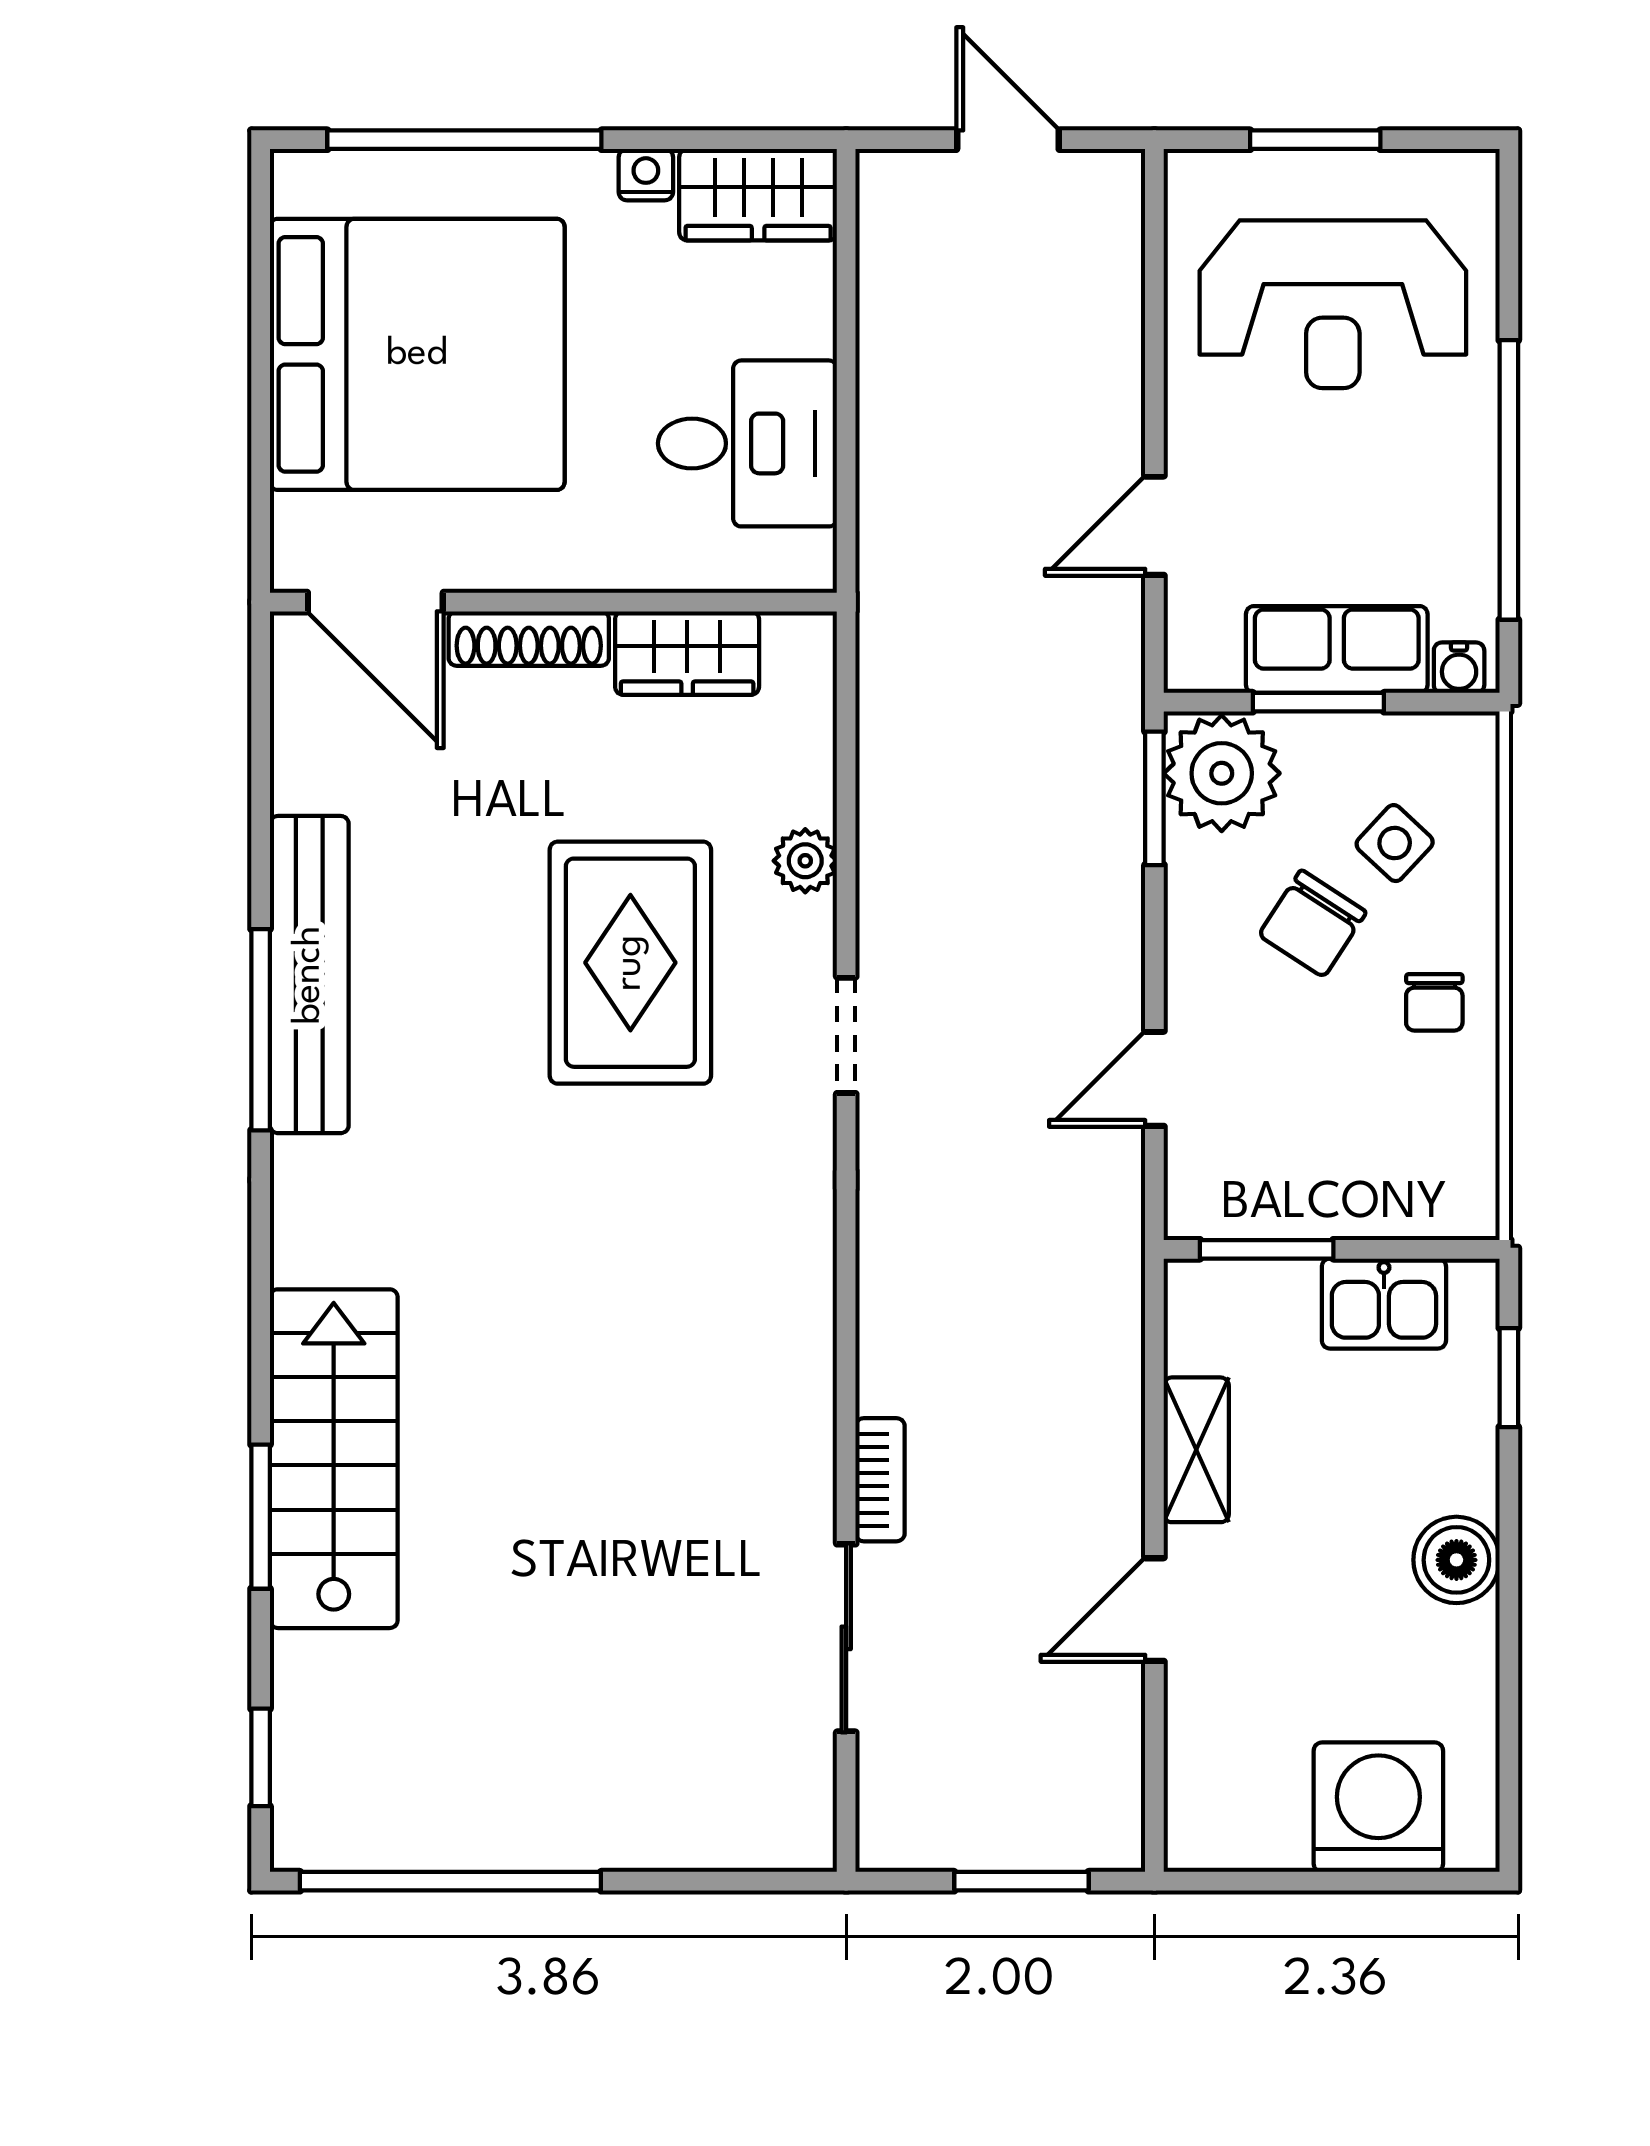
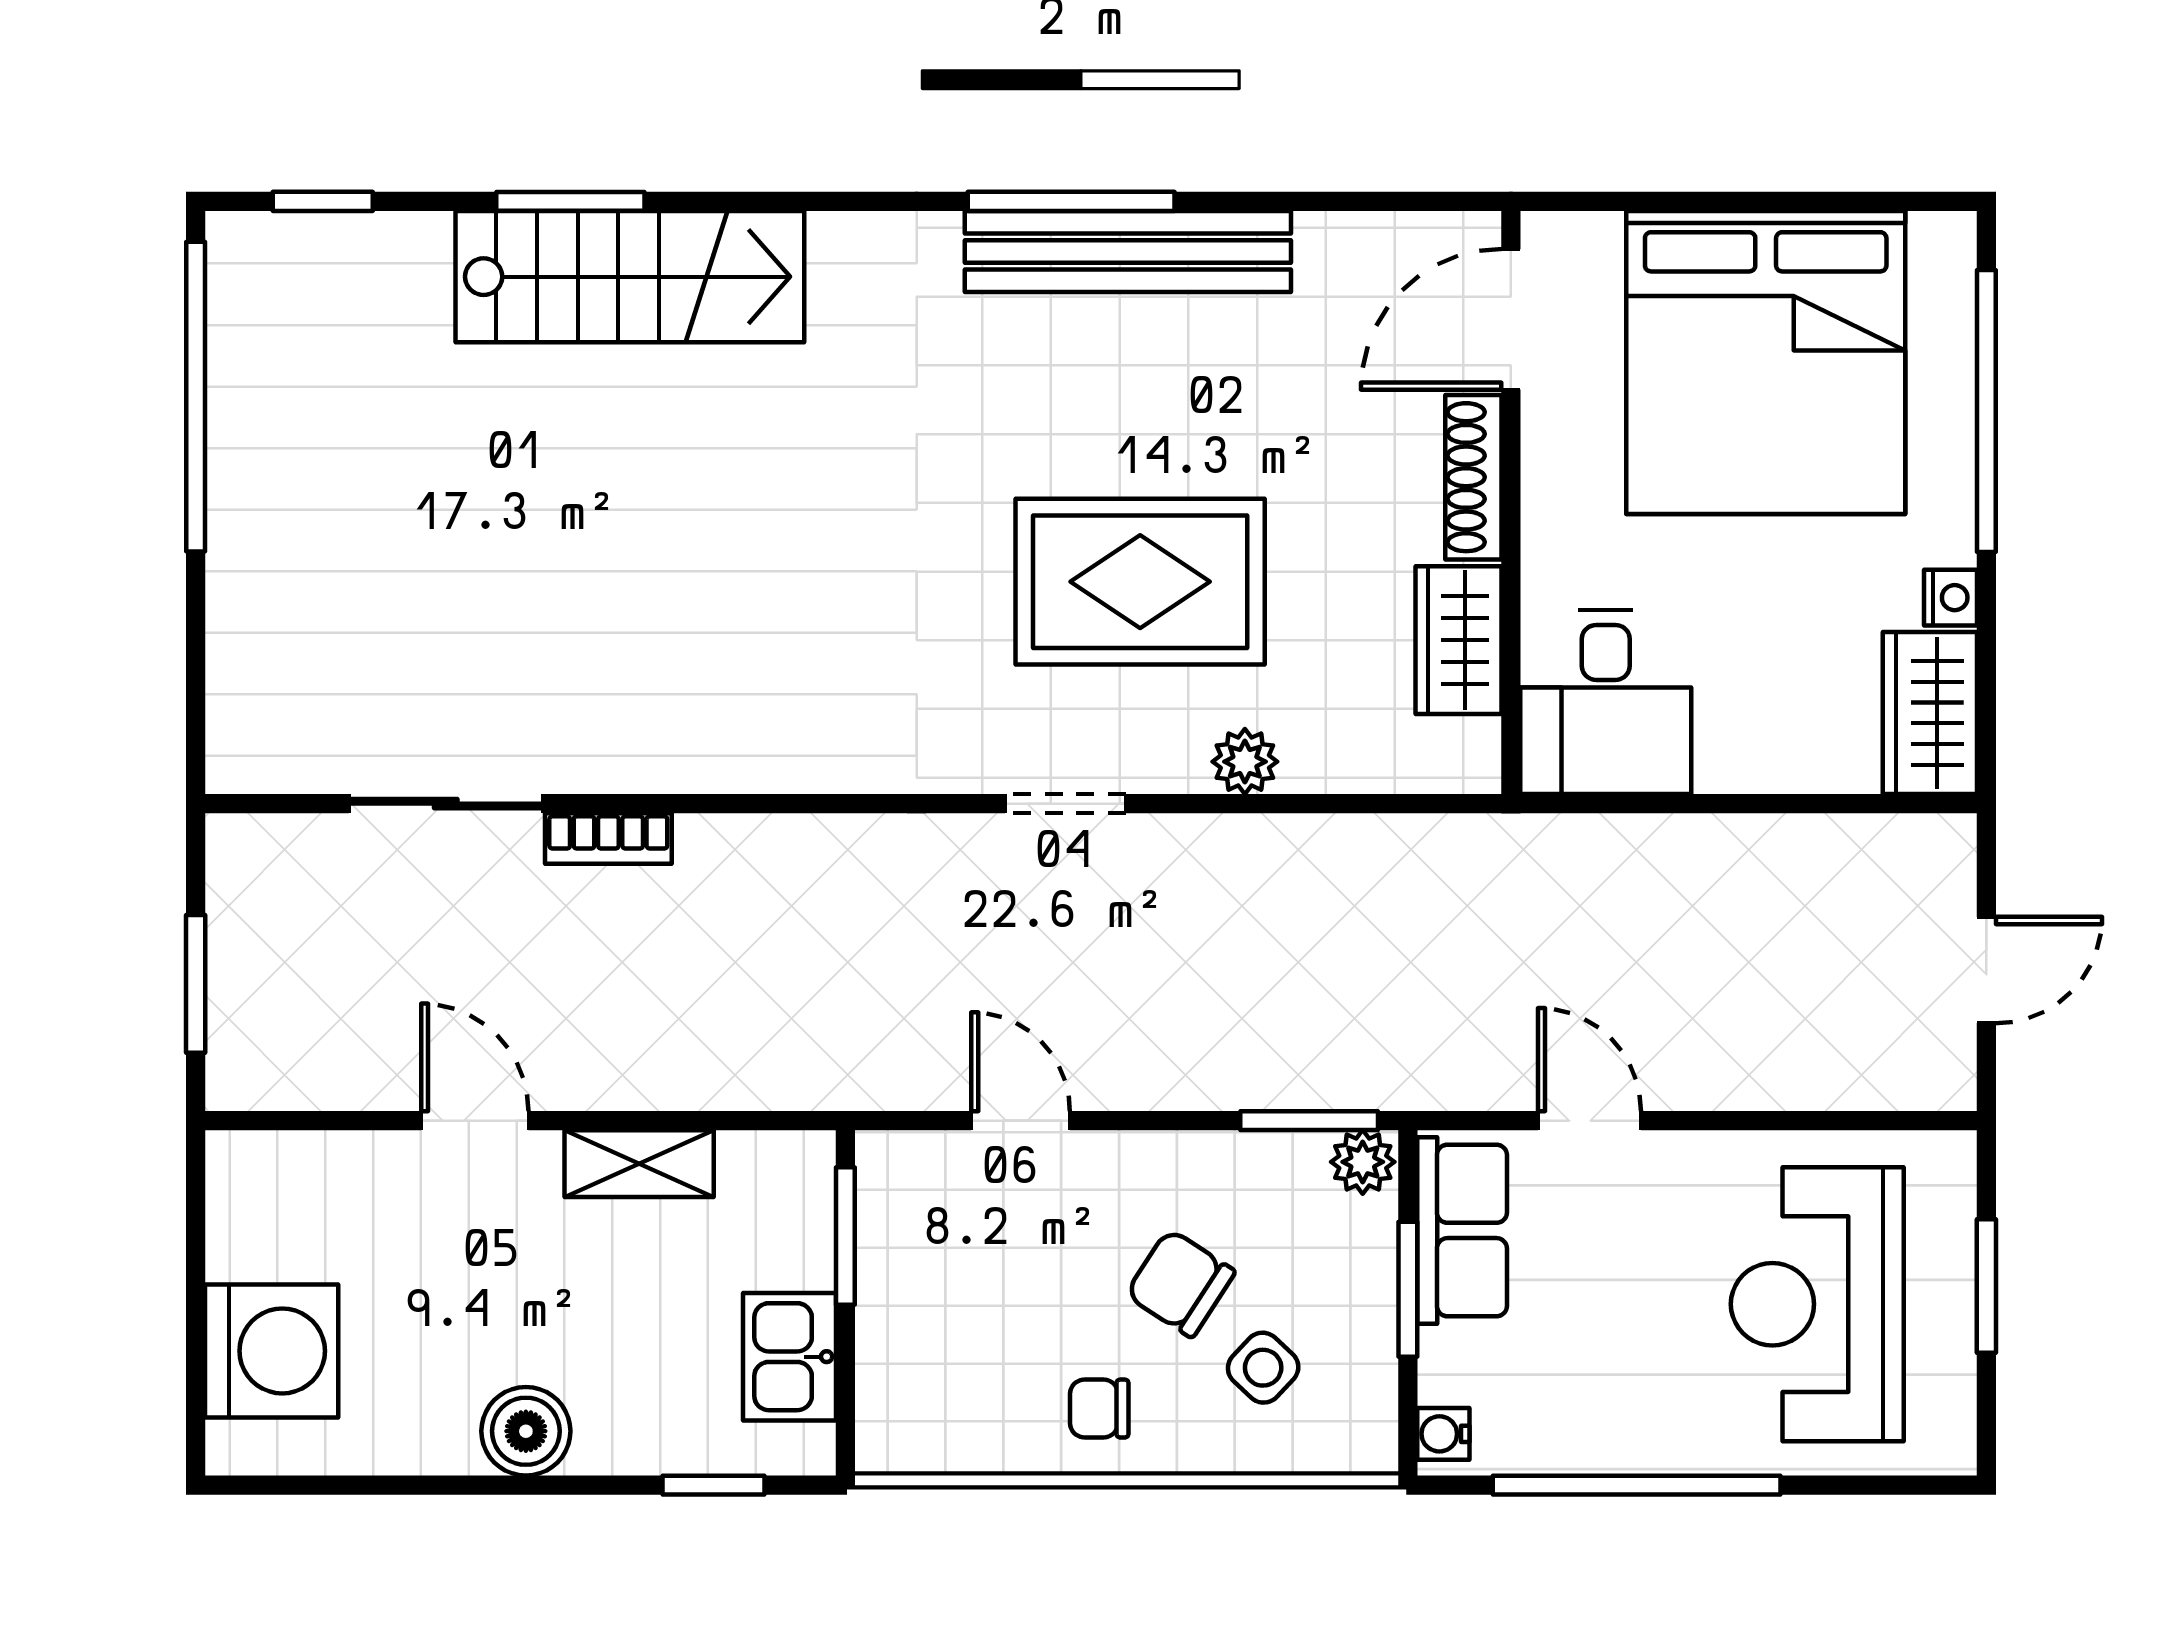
desk: (747, 443) -> (1606, 702), moved
row of seats: (1337, 650) -> (1462, 1230), moved
plant: (1222, 773) -> (1363, 1162), width x0.53, depth x0.53

